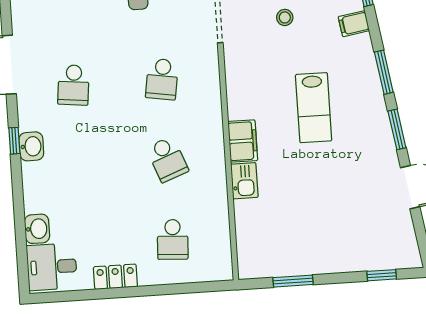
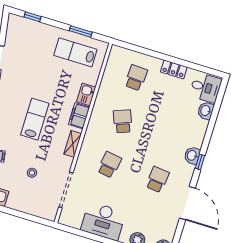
shelving: (236, 91) -> (73, 144), added
lab bench: (289, 243) -> (75, 52), added

